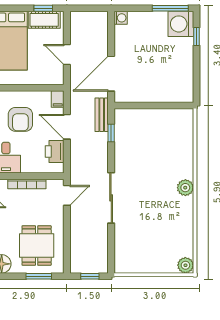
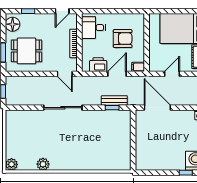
bench: (102, 115) -> (114, 100), moved
armchair: (20, 119) -> (123, 39), turned 180
plant: (185, 188) -> (43, 164), moved

